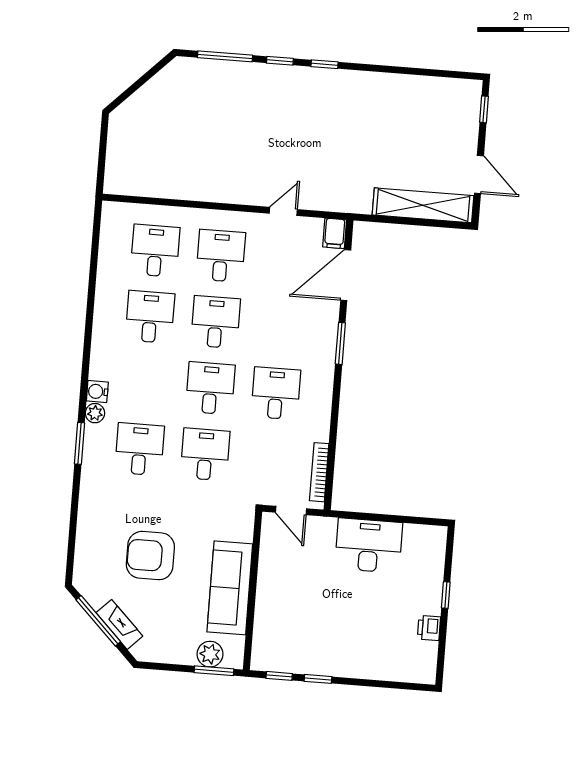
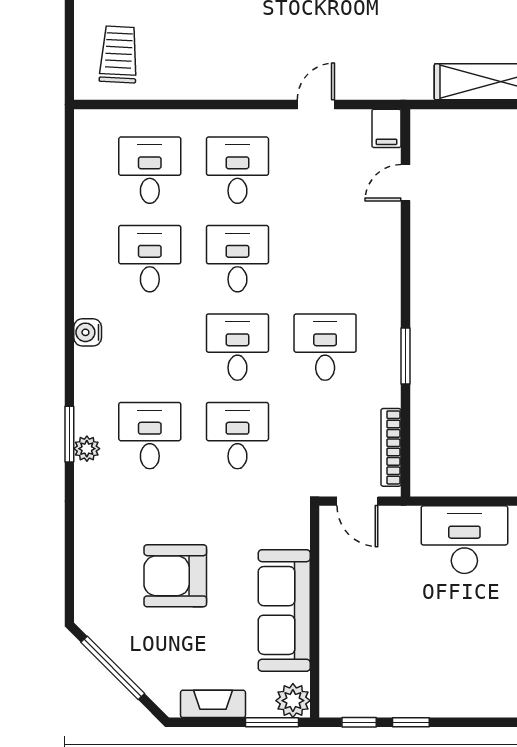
trolley: (139, 162) -> (119, 54), added
door: (346, 275) -> (405, 183), width x0.53
window: (340, 343) -> (405, 356), moved
water cooler: (97, 392) -> (88, 332), moved
plant: (95, 413) -> (87, 449), moved
fireplace: (119, 624) -> (213, 704), moved, turned -45
plant: (210, 654) -> (293, 701), moved

